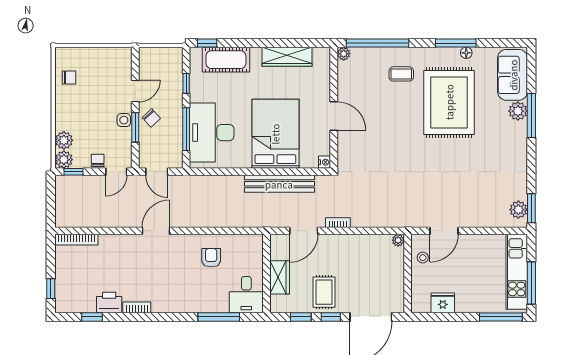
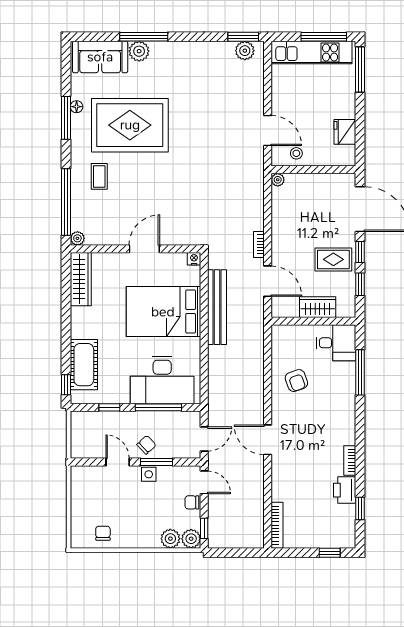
wardrobe: (287, 57) -> (81, 279), moved
armchair: (211, 258) -> (296, 381), turned -110

